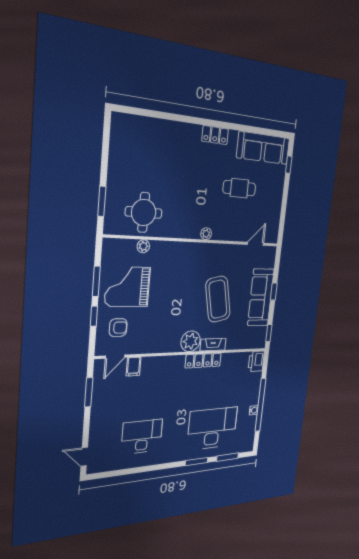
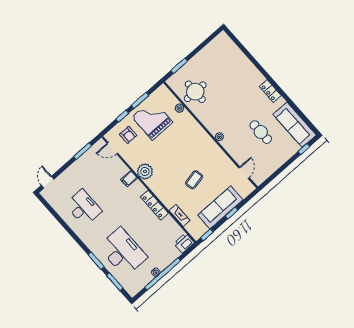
door: (255, 244) -> (244, 173), hinge flipped
coffee table: (218, 299) -> (194, 180), width x0.54, depth x0.58
plant: (191, 341) -> (145, 171), moved
fireplace: (213, 345) -> (180, 215), moved
filing cabinet: (134, 367) -> (129, 179), moved

